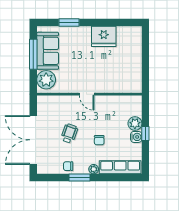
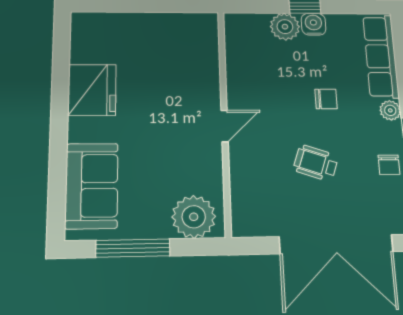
window: (69, 23) -> (58, 166), removed
sofa: (48, 51) -> (92, 186), moved, turned 90

